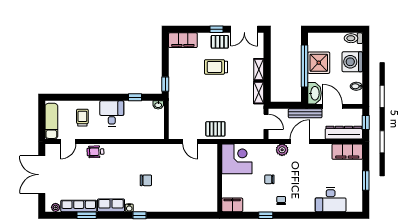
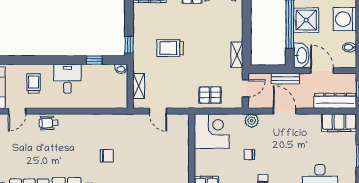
trolley: (216, 67) -> (170, 48), moved
shelving: (259, 69) -> (139, 86), moved
bench: (305, 113) -> (285, 79), width x0.73
door: (266, 122) -> (245, 88), hinge flipped
pallet: (215, 129) -> (210, 95), moved
door: (300, 142) -> (285, 111), hinge flipped
plant: (282, 150) -> (252, 121), moved

